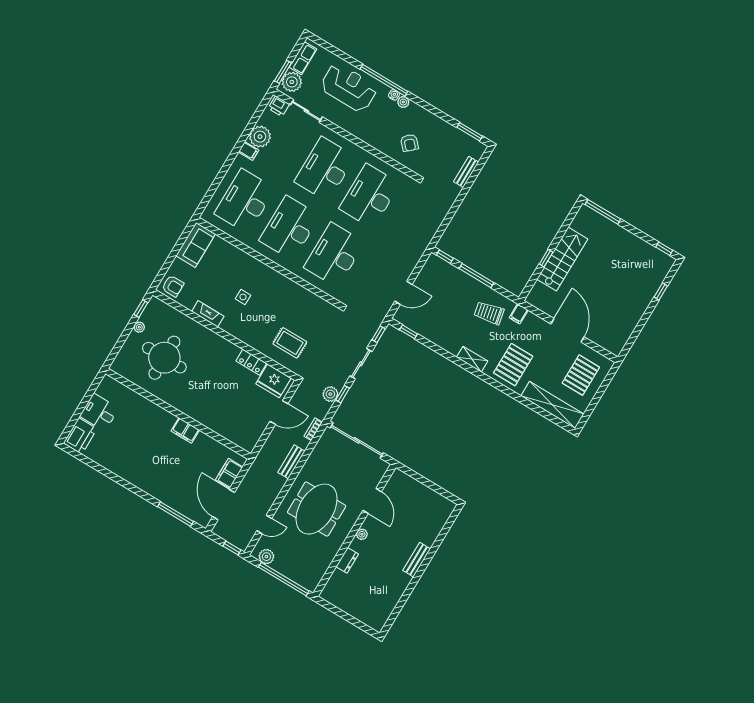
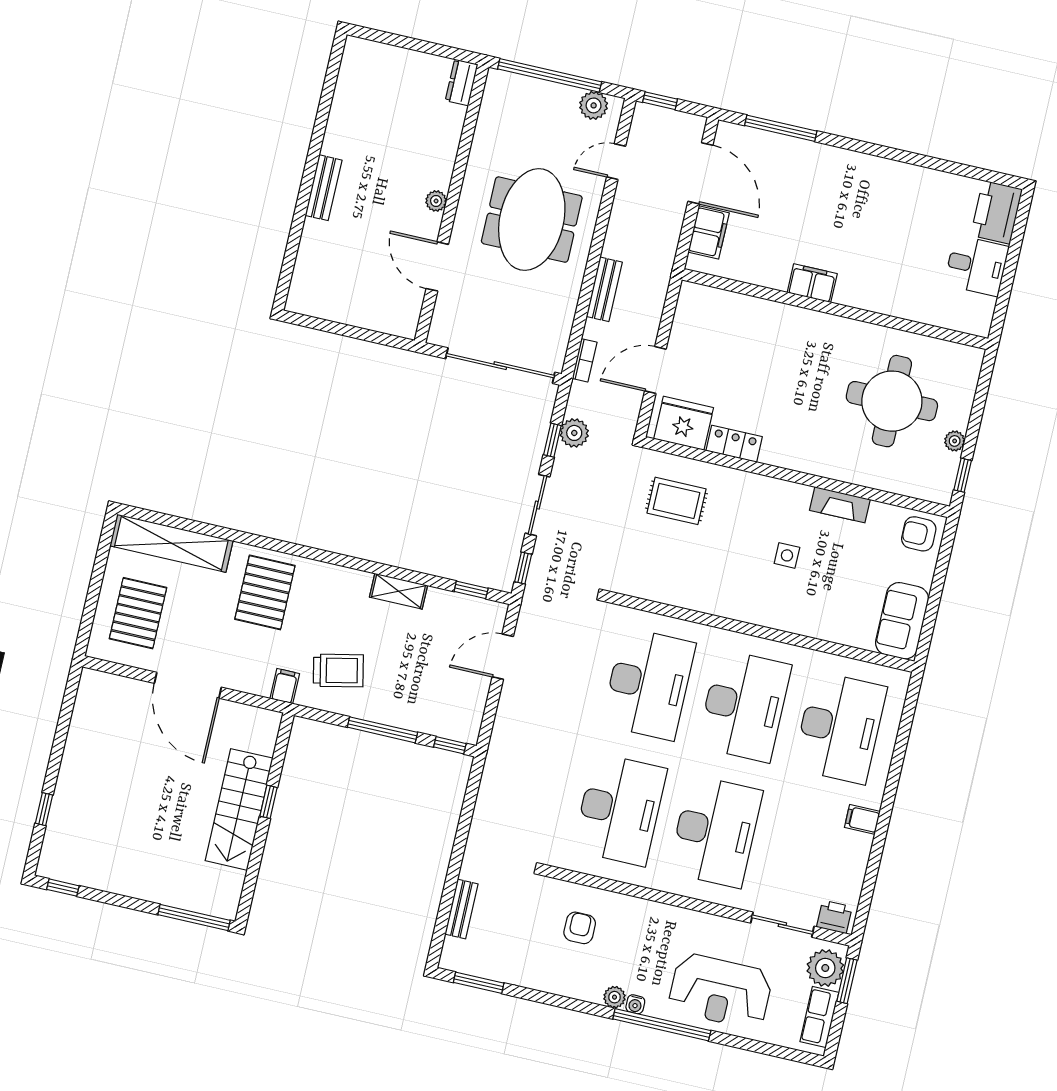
plant: (260, 137) -> (850, 852), removed
armchair: (409, 143) -> (580, 928), turned 43
shelving: (472, 359) -> (398, 591), moved
dresser: (347, 560) -> (462, 83), moved

